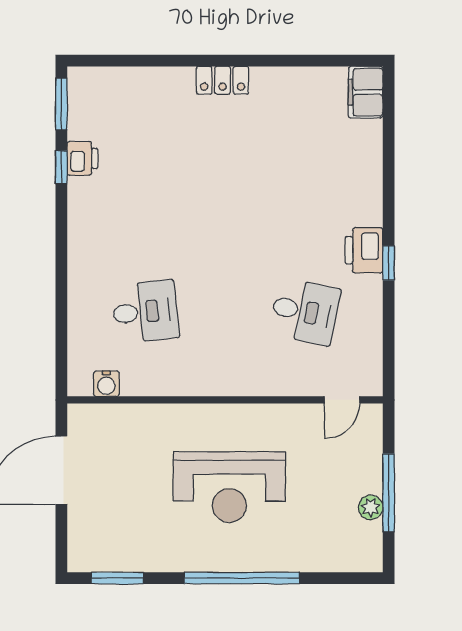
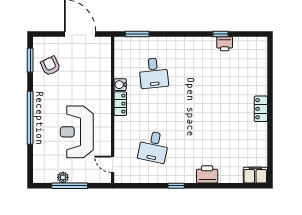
window: (61, 104) -> (137, 34), moved
printer: (364, 250) -> (207, 174), moved
locker: (211, 383) -> (120, 104), added
water cooler: (106, 384) -> (120, 85), moved
reception desk: (229, 487) -> (77, 132), moved
armchair: (130, 534) -> (50, 66), added

